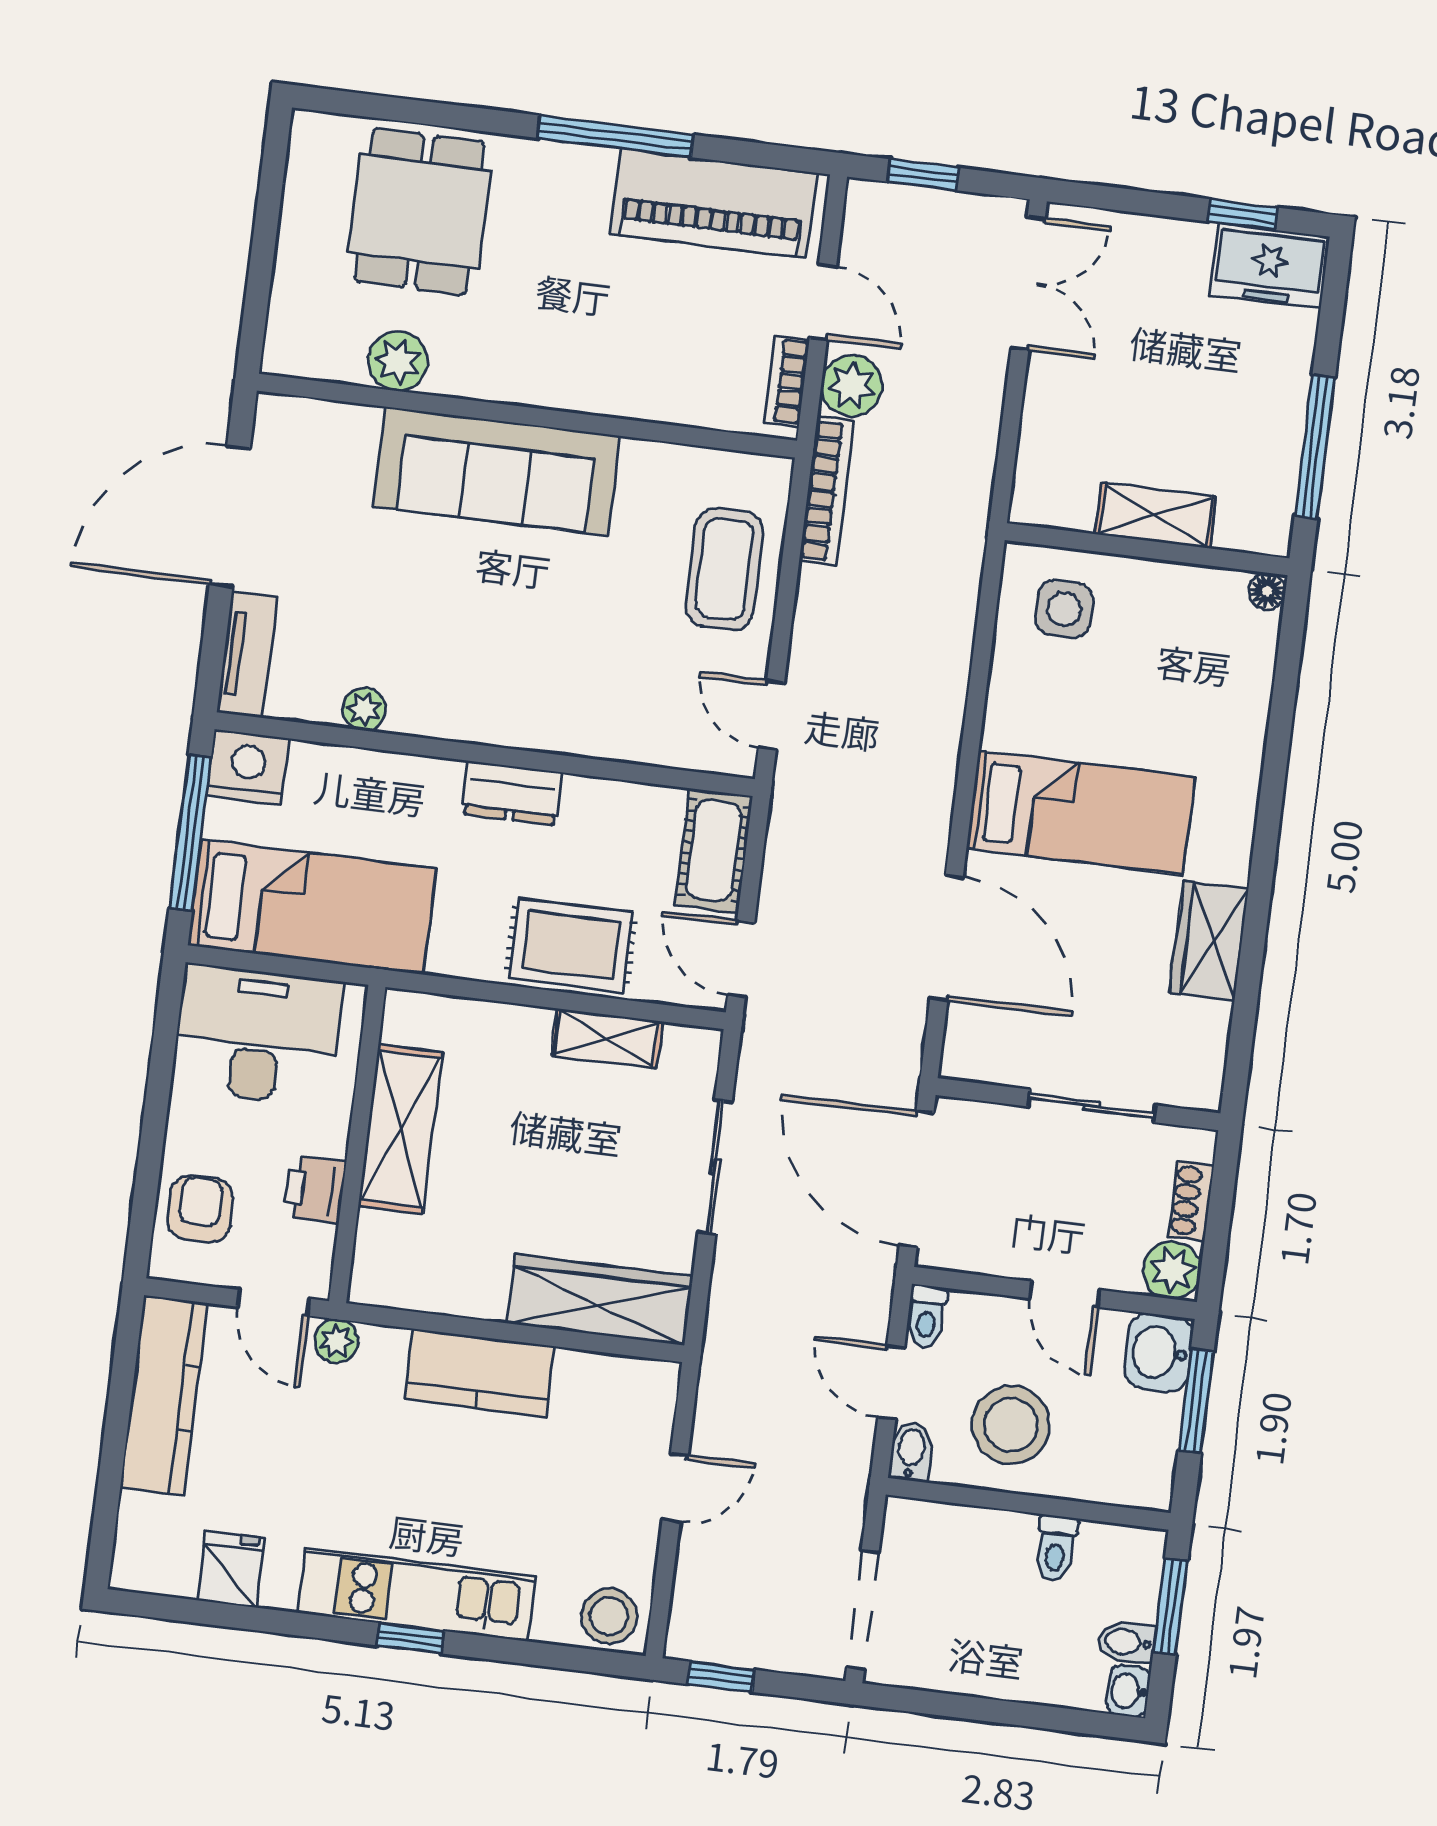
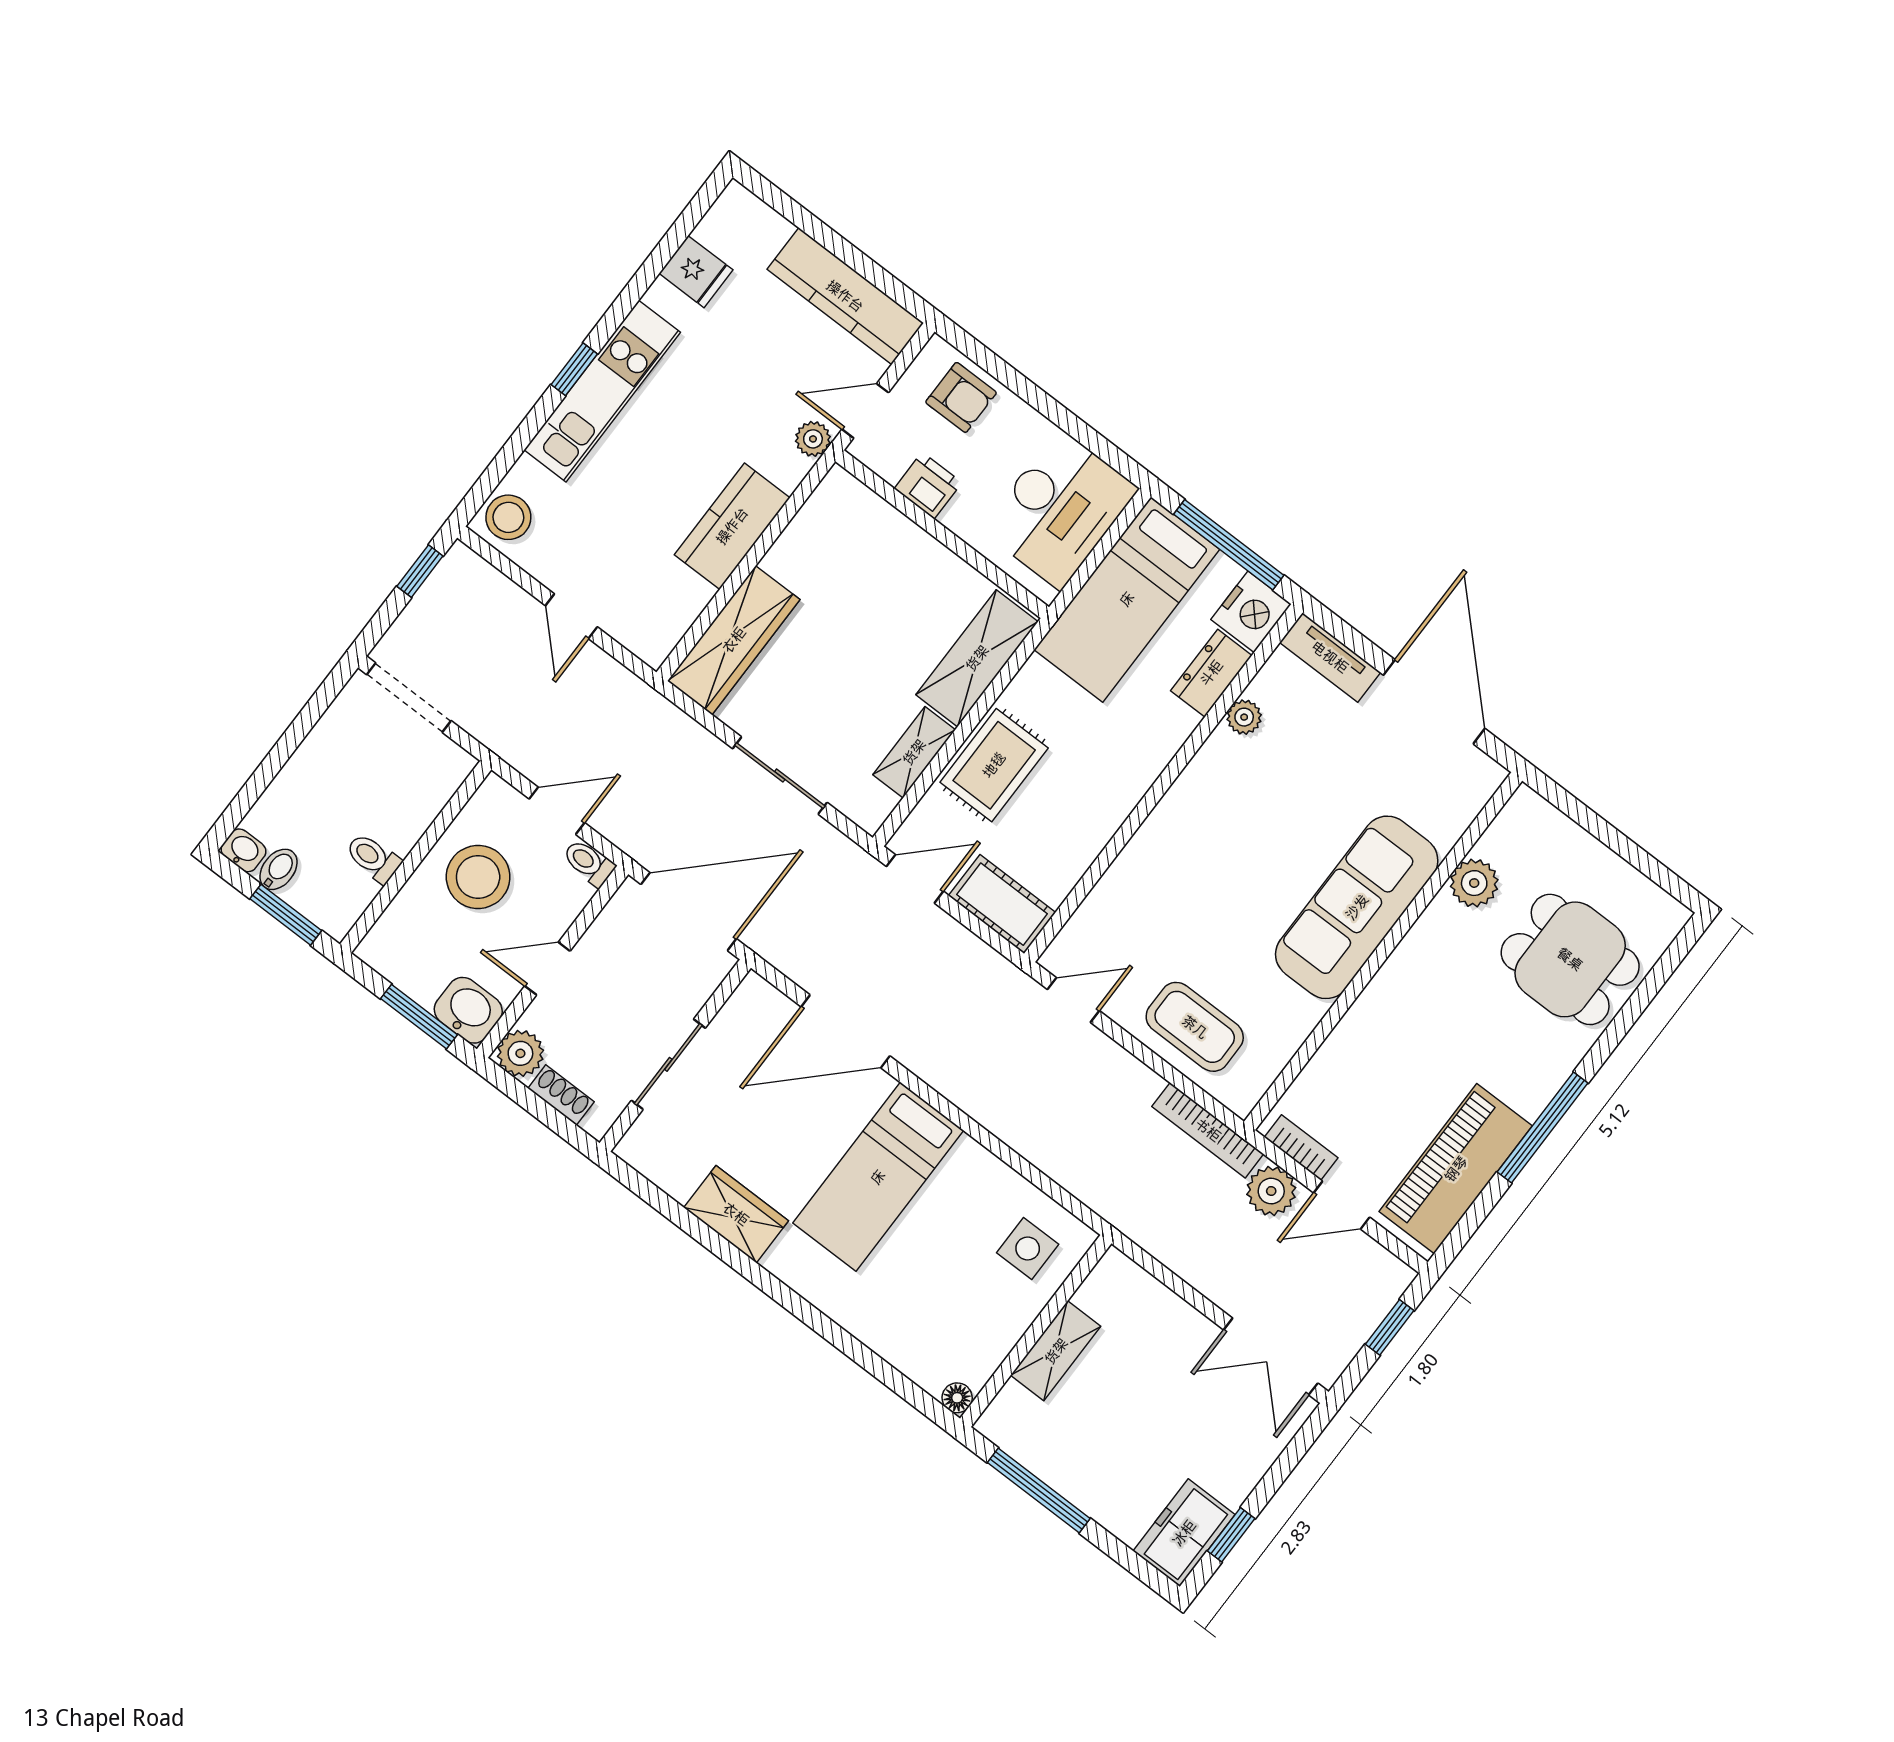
dresser: (512, 793) -> (1211, 673), moved
shelving: (400, 1129) -> (977, 658), moved, turned 90
bidet: (911, 1451) -> (500, 796), removed

